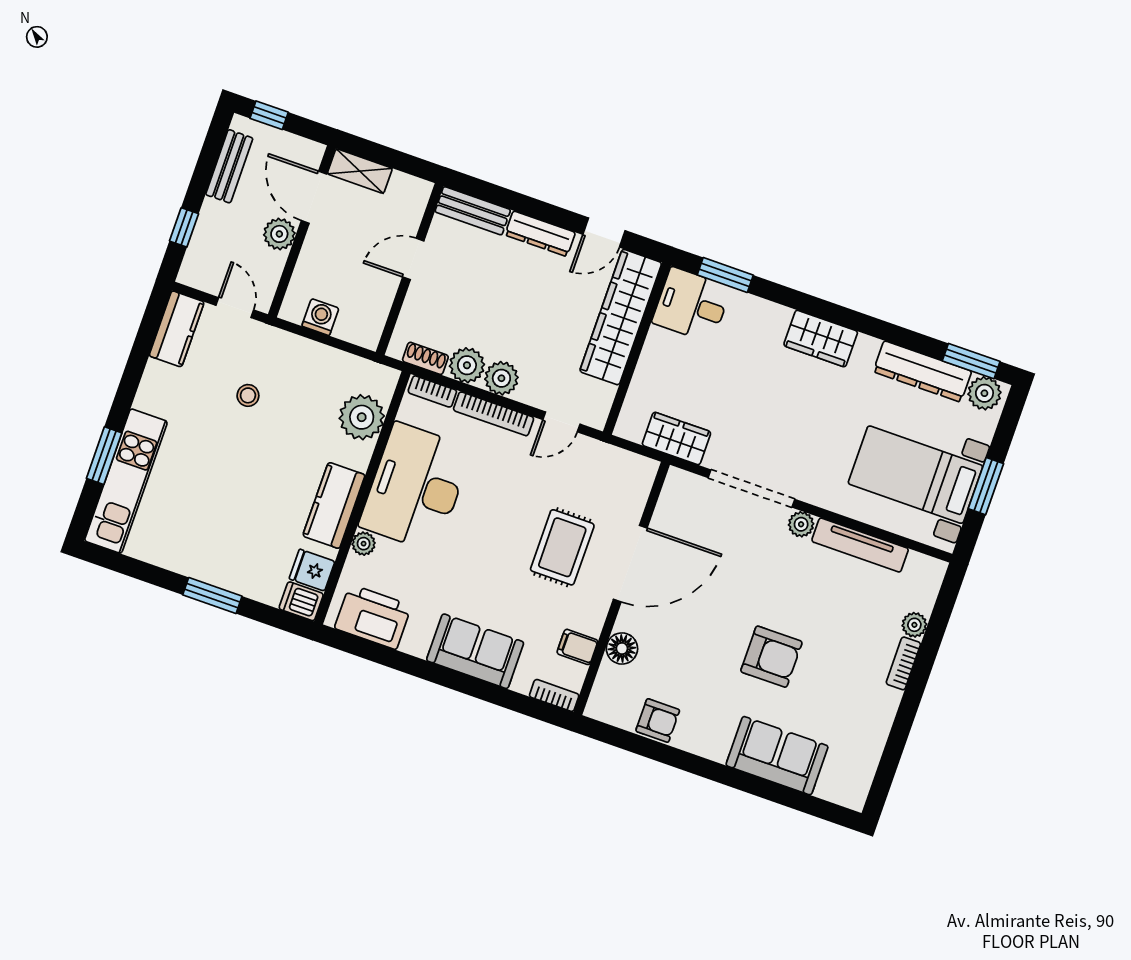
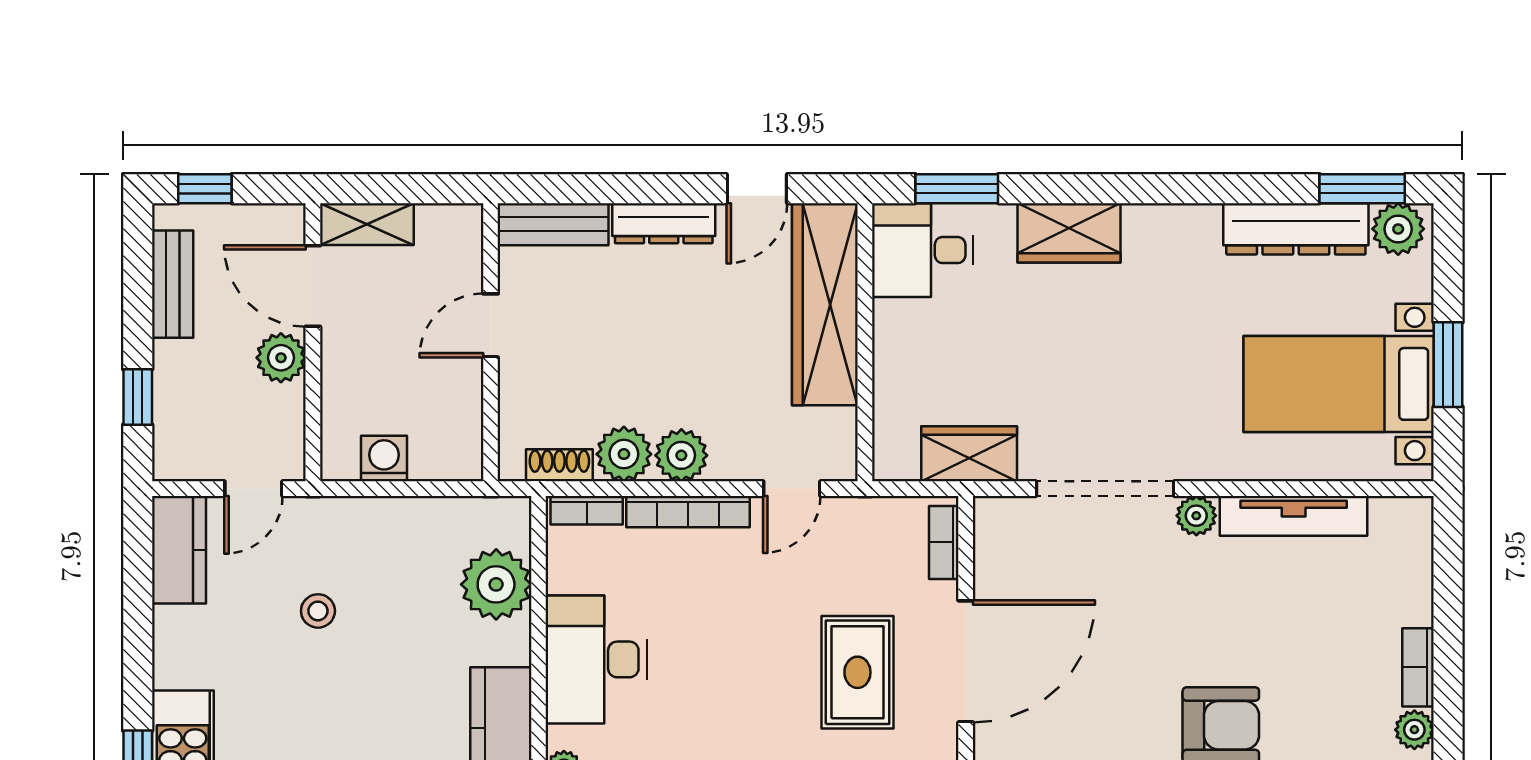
door: (235, 308) -> (253, 489), swing flipped
wardrobe: (821, 338) -> (1069, 233), moved
desk: (416, 487) -> (596, 659), width x0.73, depth x0.77
bookcase: (642, 487) -> (944, 542), added
plant: (914, 625) -> (1414, 730), moved

